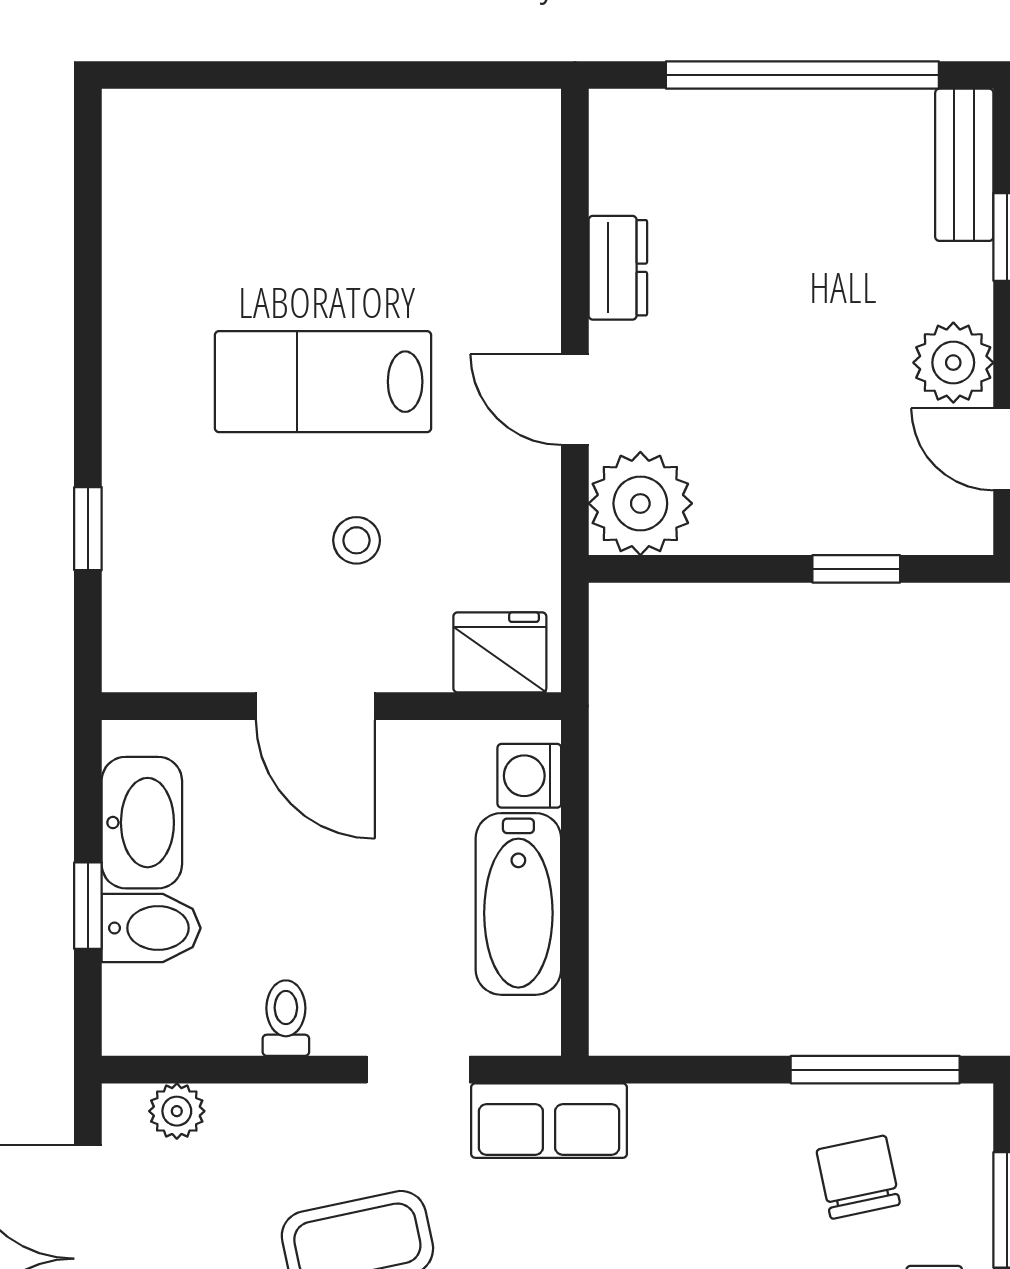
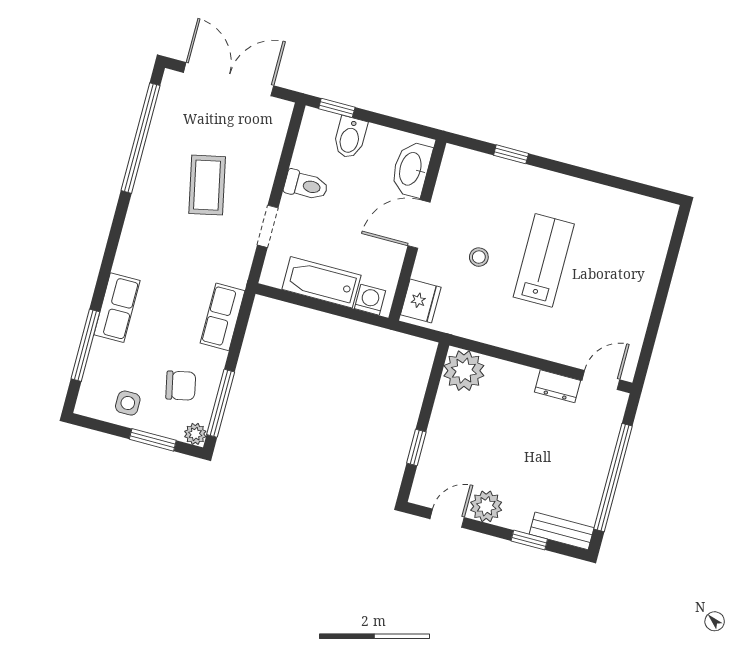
door: (575, 400) -> (601, 380), moved
washbasin: (142, 823) -> (411, 169), moved, turned 90
window: (88, 906) -> (337, 108), moved
toilet: (286, 1018) -> (306, 185), width x1.37, depth x1.39
plant: (177, 1111) -> (195, 434), moved
row of seats: (549, 1121) -> (222, 317), moved

